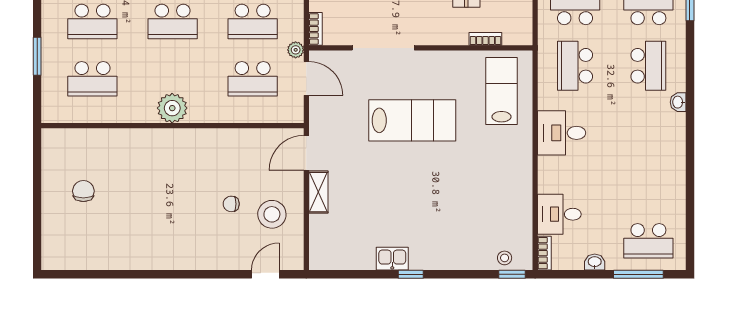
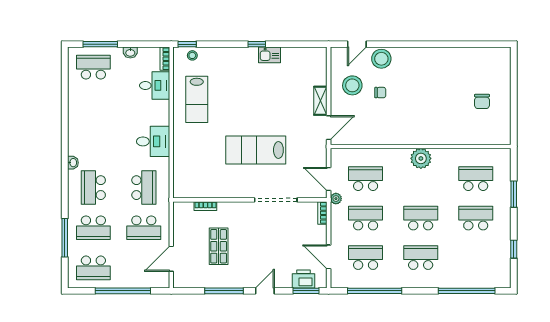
lab bench: (502, 91) -> (197, 99), moved
stool: (230, 253) -> (381, 59), added

